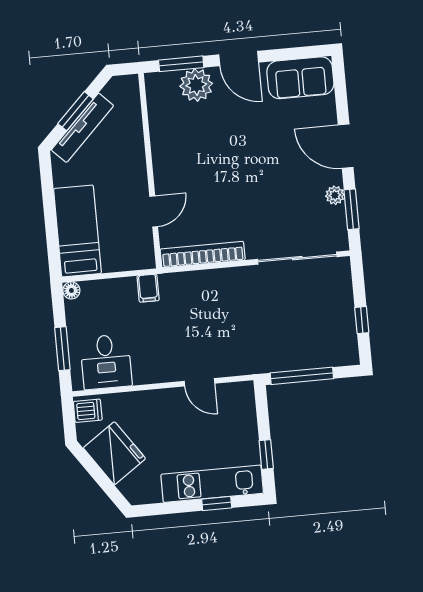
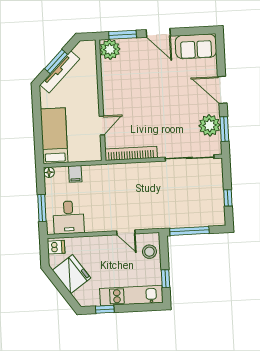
plant: (196, 85) -> (110, 49), moved
plant: (335, 195) -> (210, 125), width x1.88, depth x1.88
filing cabinet: (148, 288) -> (75, 174), moved
stool: (239, 412) -> (149, 252), added
window: (217, 504) -> (105, 309), moved

